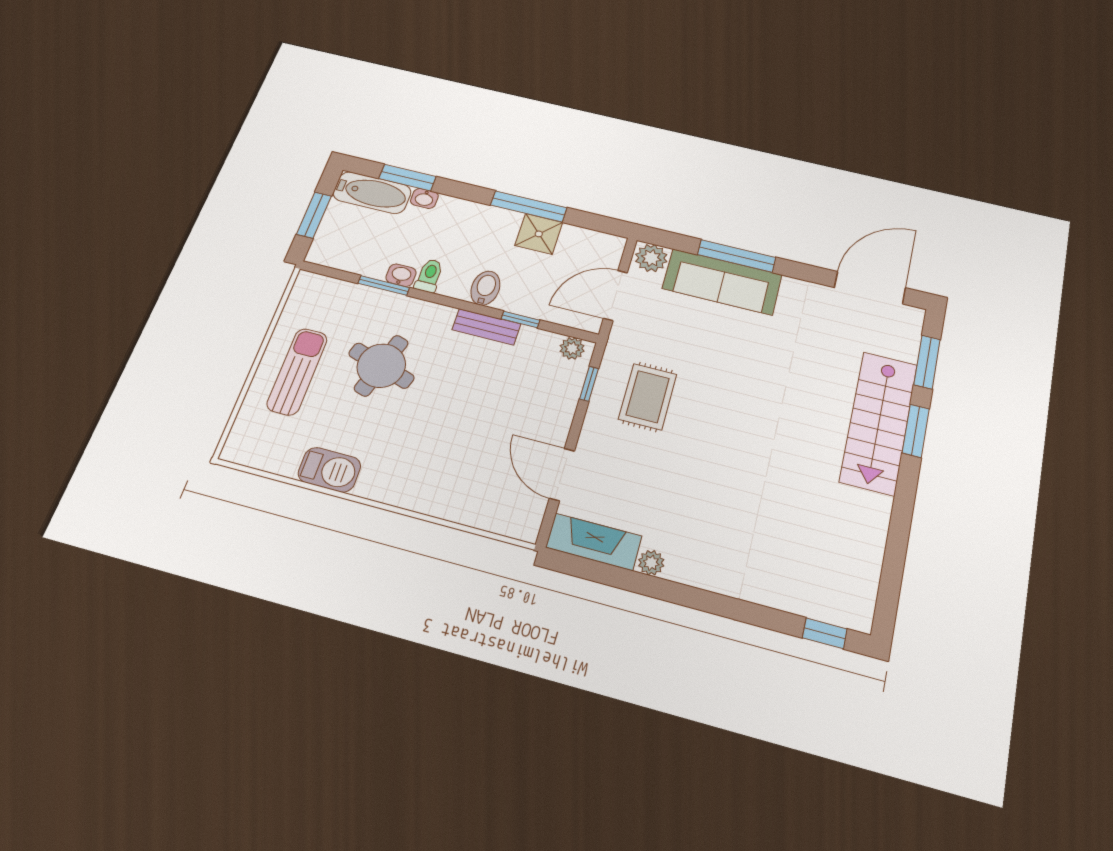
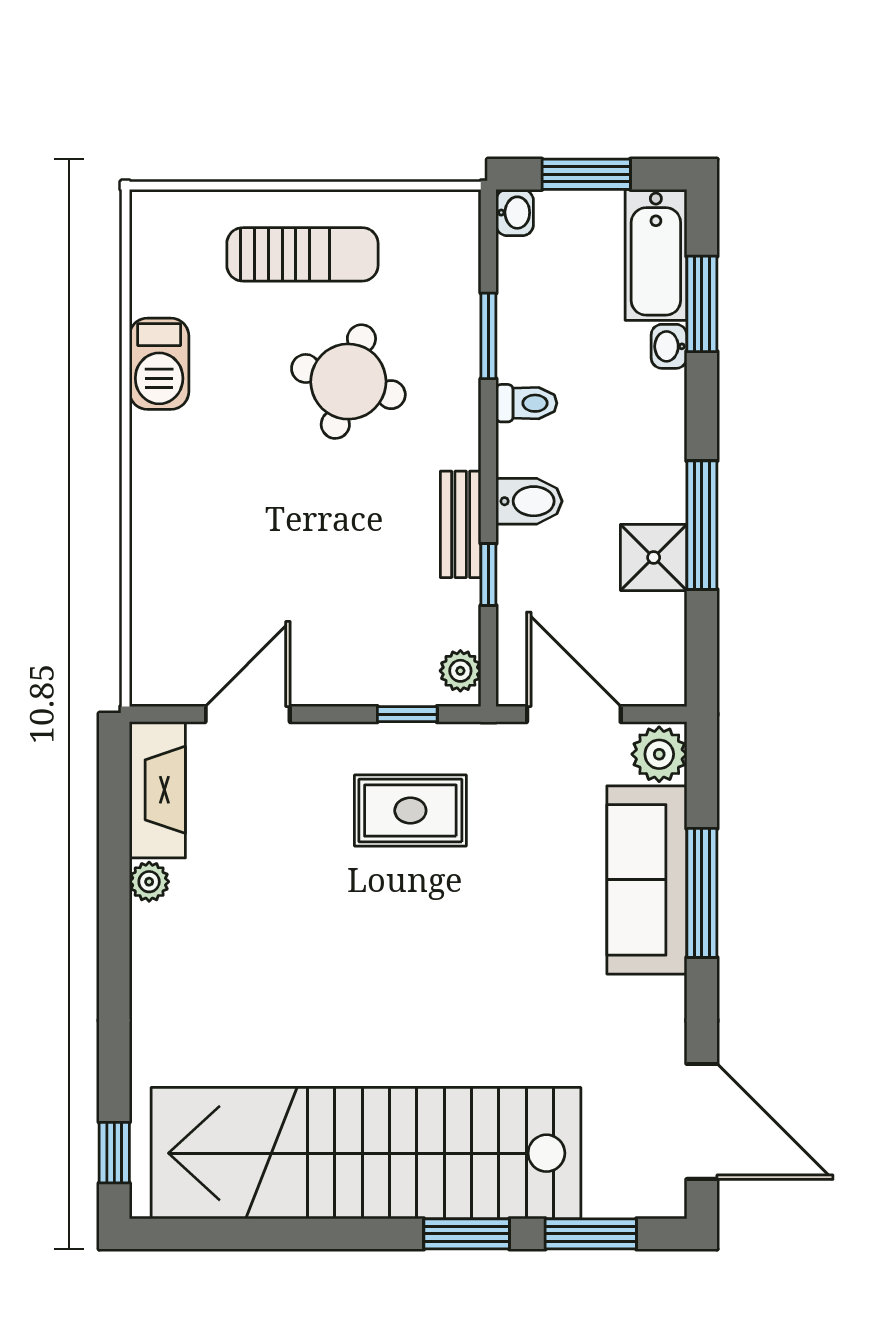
washbasin: (401, 275) -> (515, 213), moved
stairs: (879, 422) -> (366, 1153), width x1.86, depth x1.51

